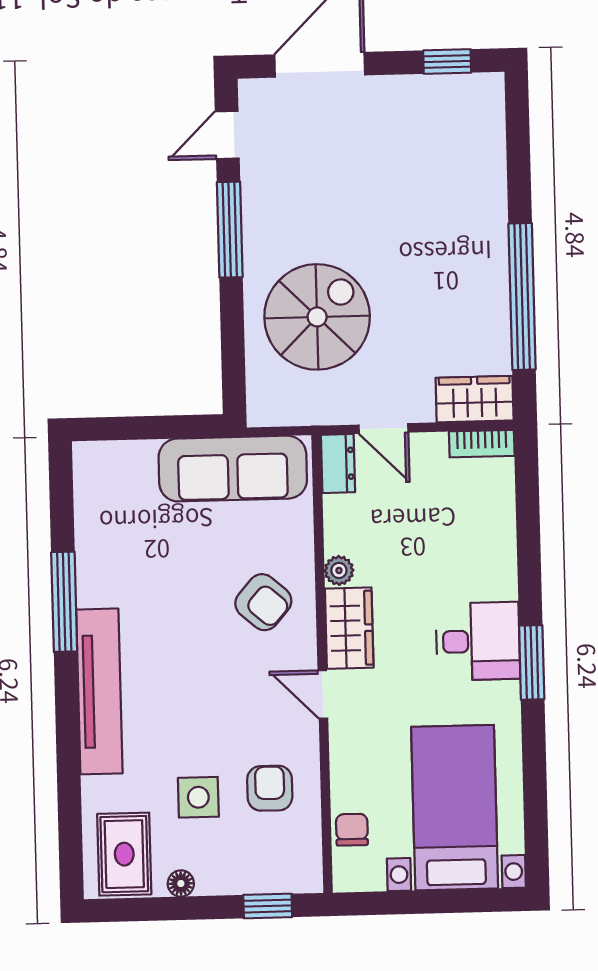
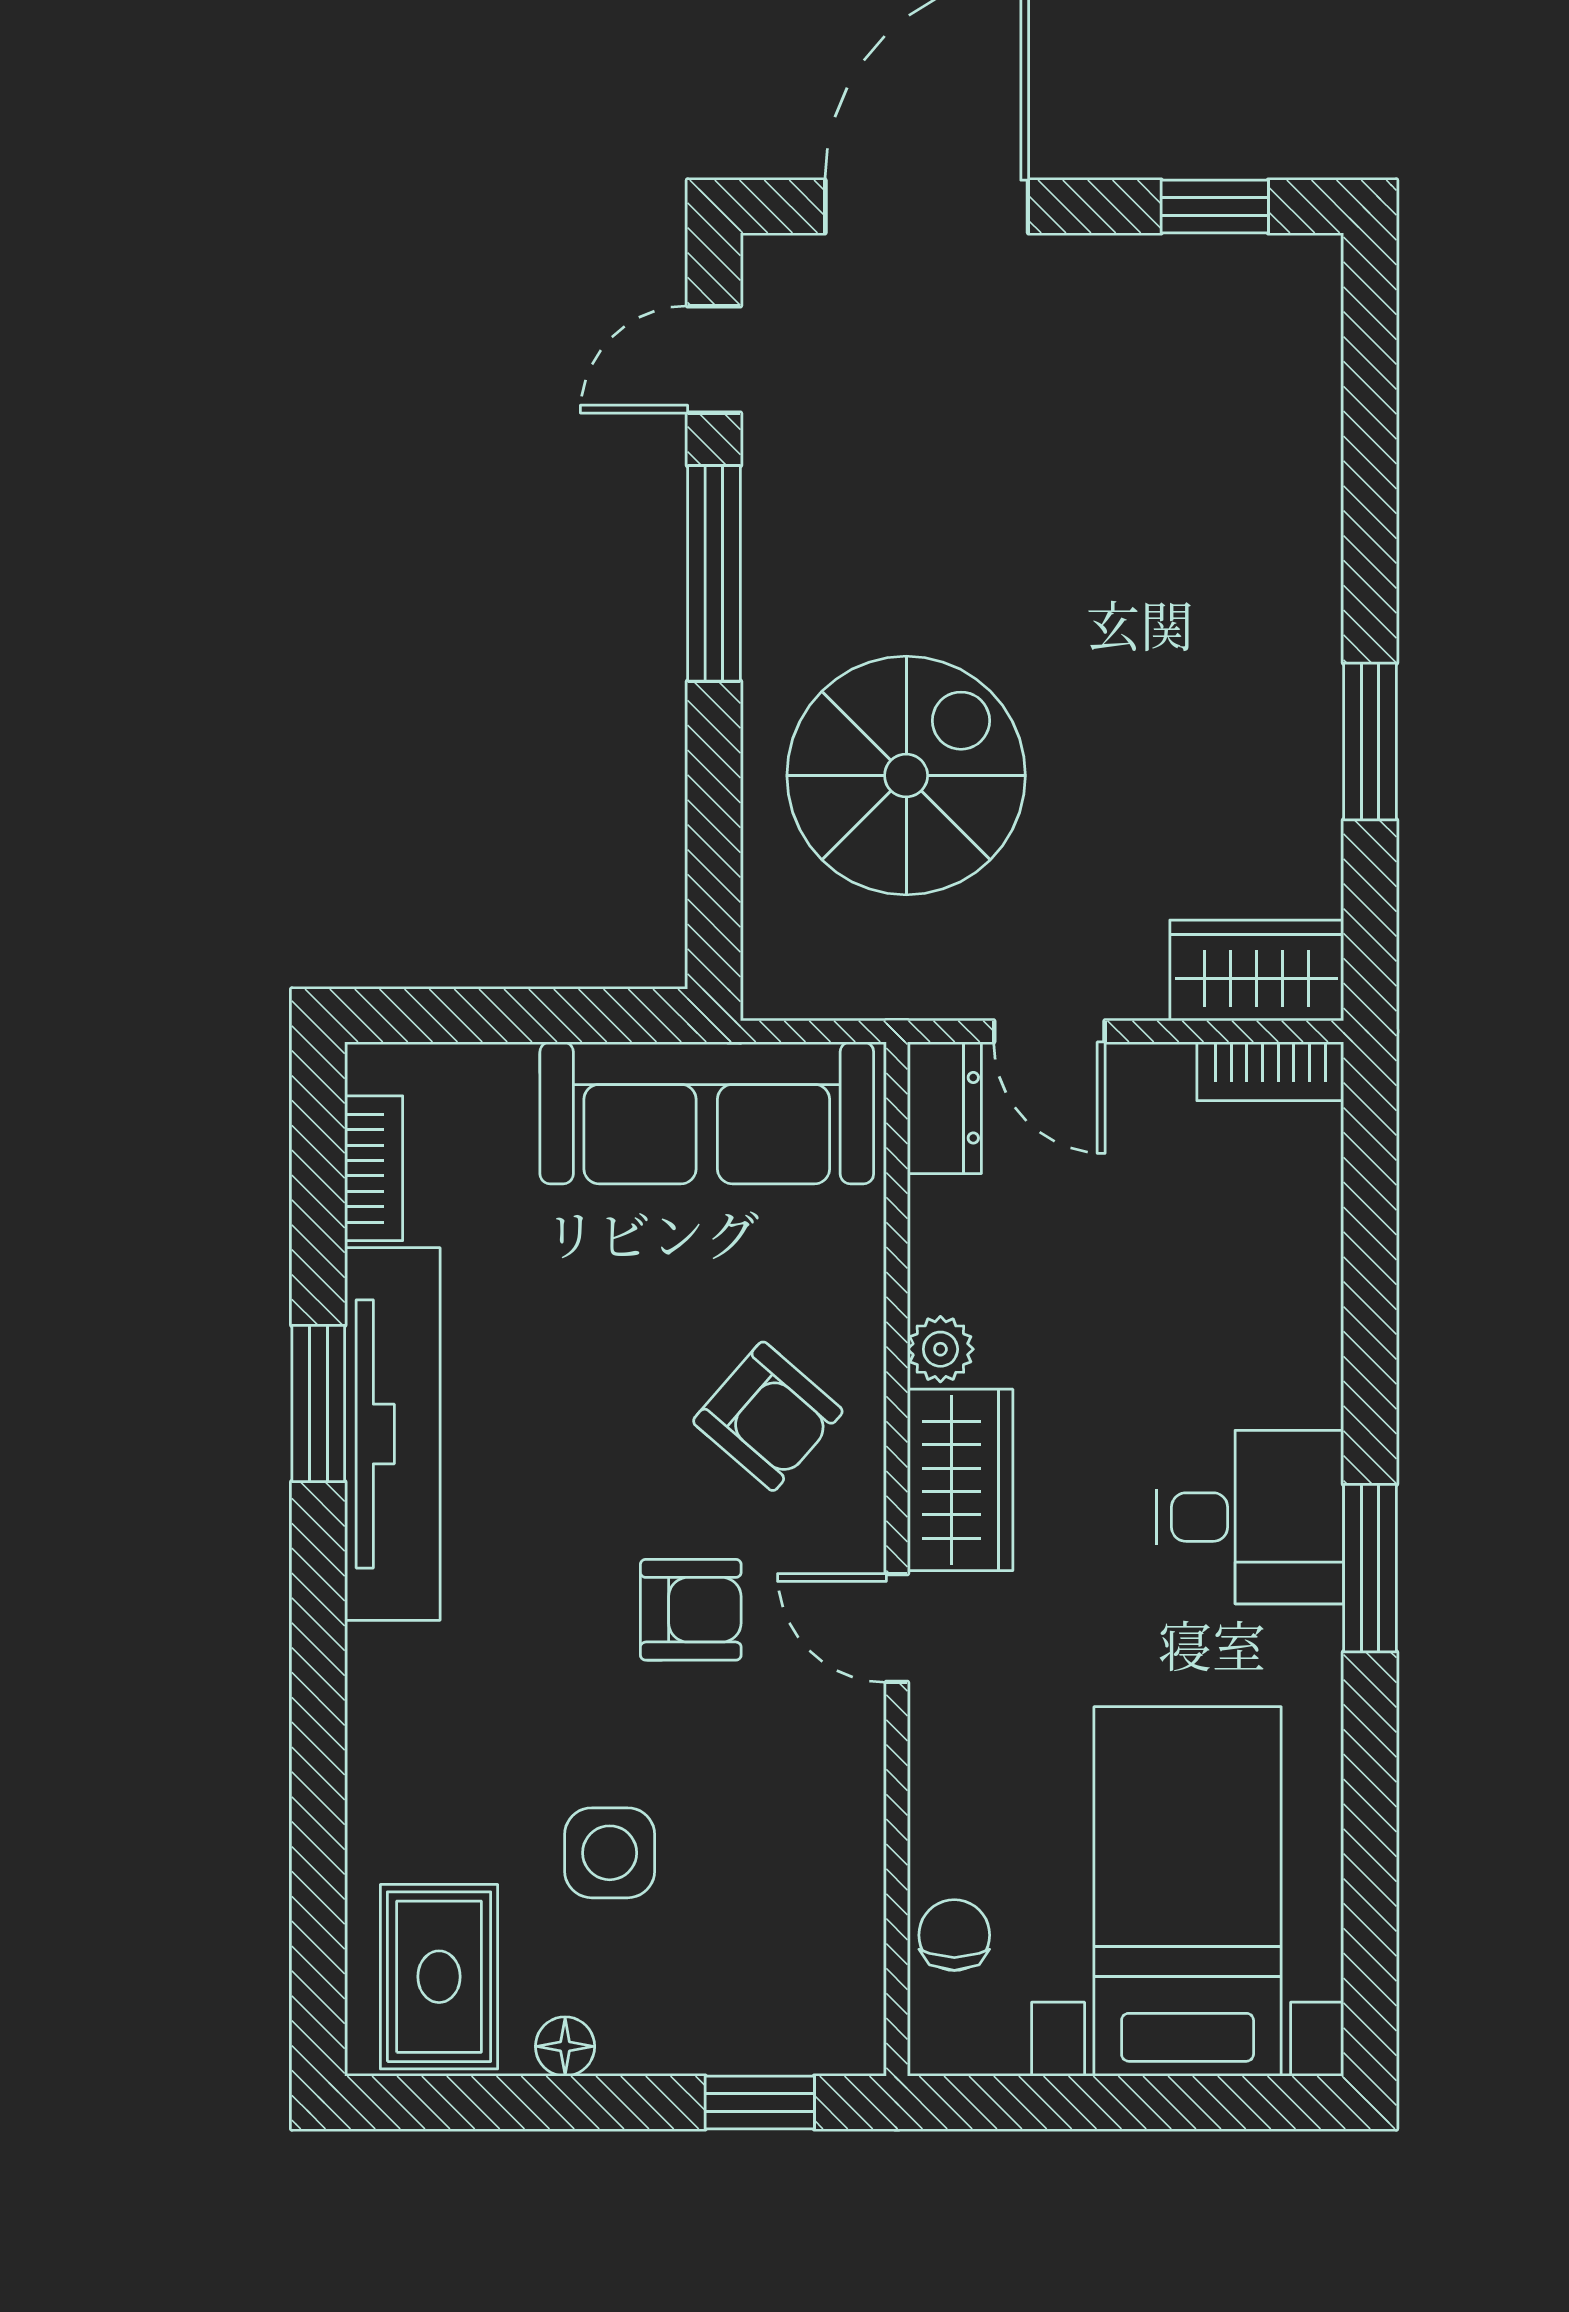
window: (522, 296) -> (1370, 741), width x0.47
bookcase: (86, 497) -> (374, 1168), added
window: (64, 602) -> (318, 1404), width x0.69
tv unit: (99, 691) -> (392, 1434), moved
armchair: (270, 788) -> (691, 1610), moved, turned 90

